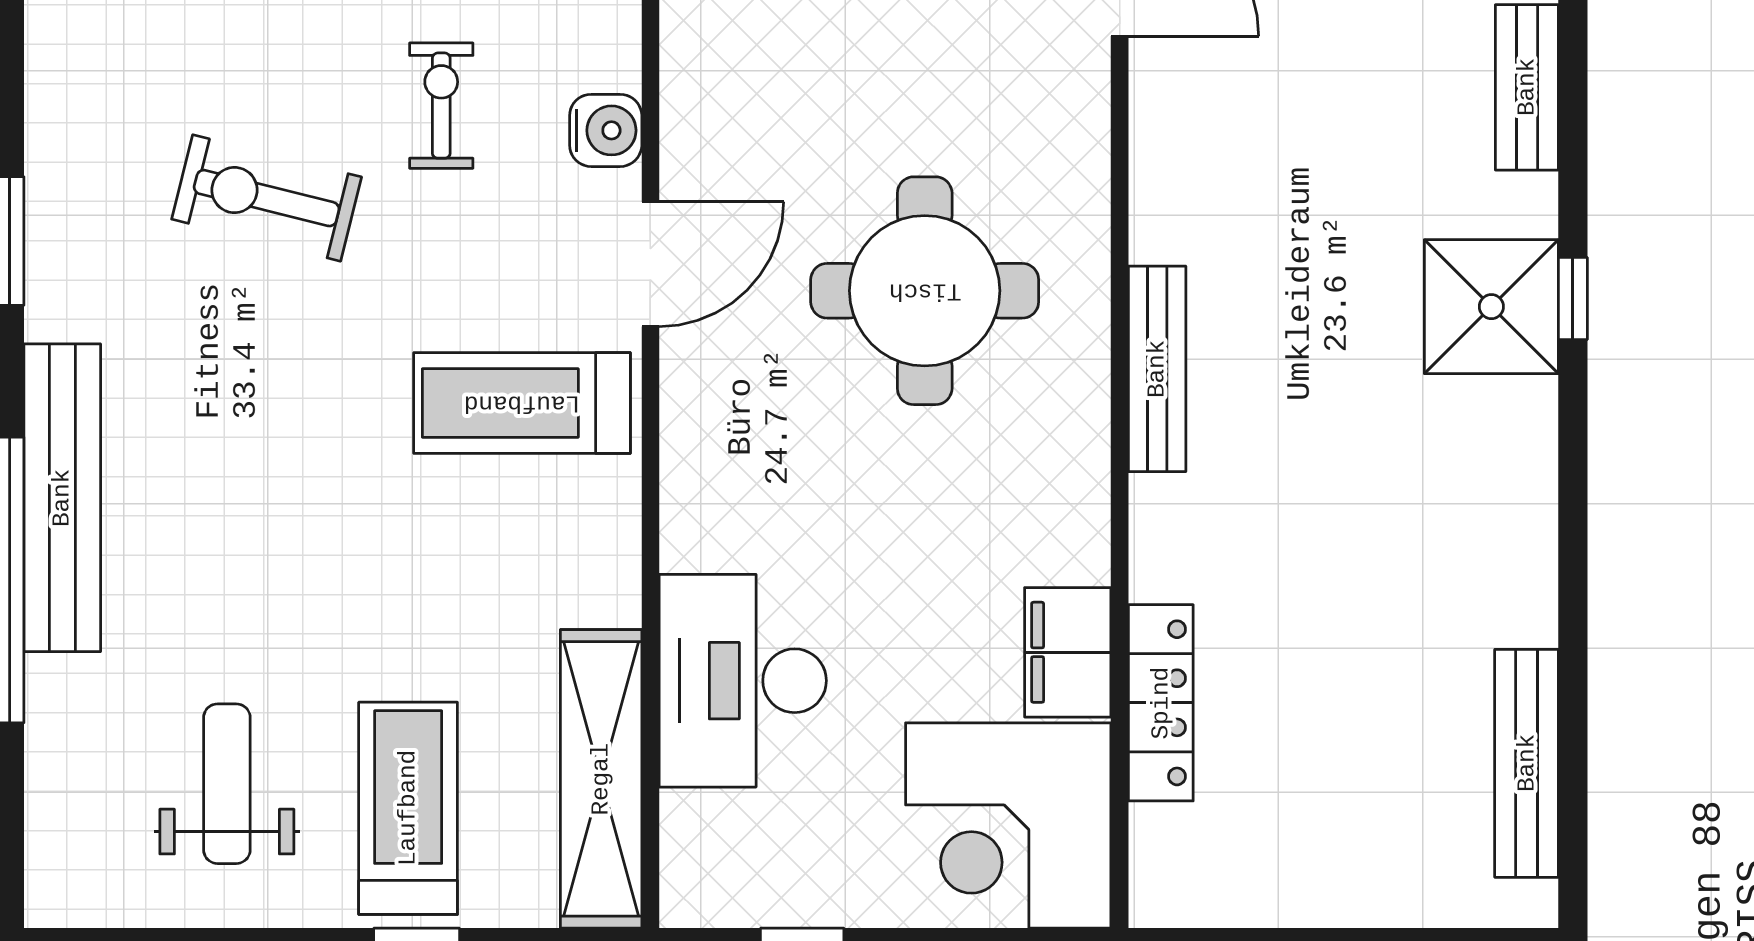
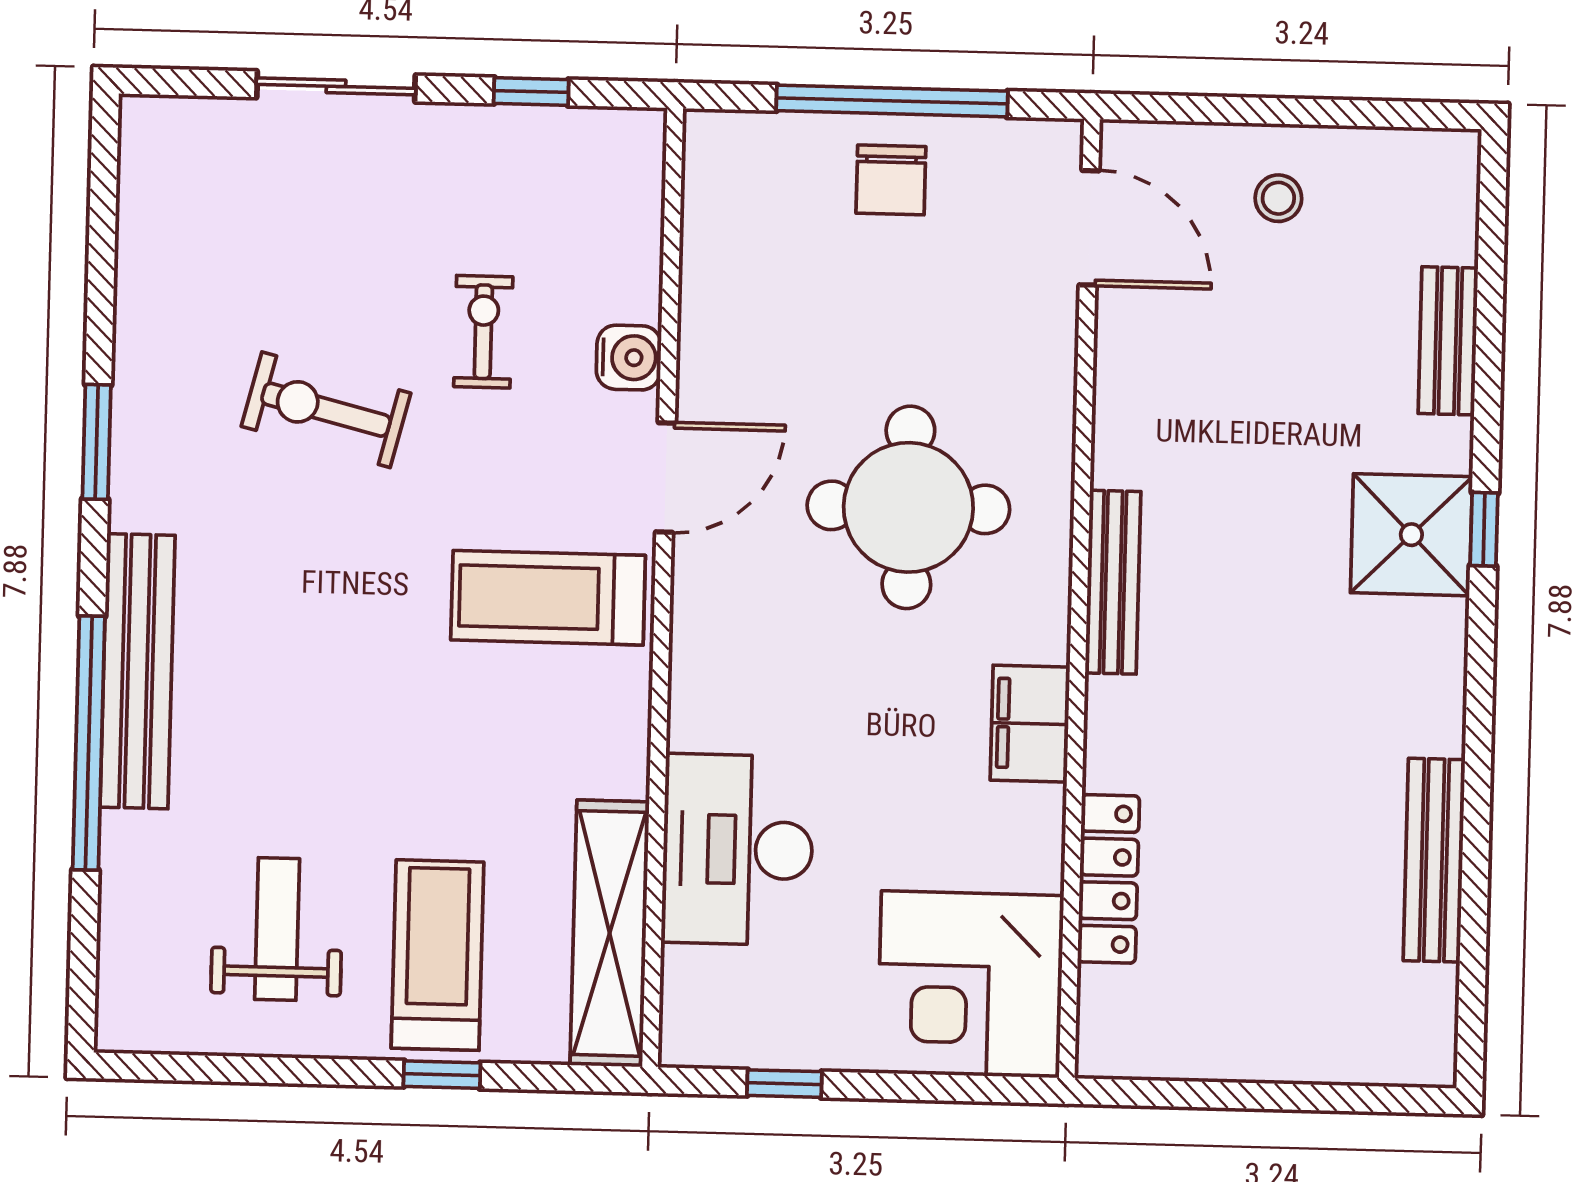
filing cabinet: (1068, 652) -> (1030, 724), moved
bench: (1527, 763) -> (1434, 860), moved

